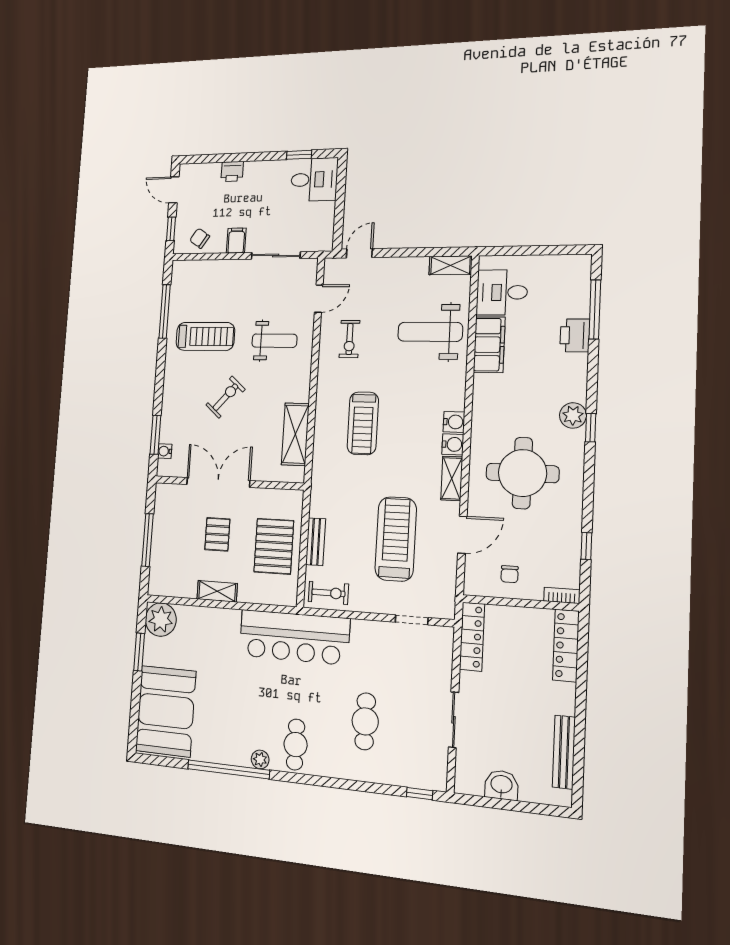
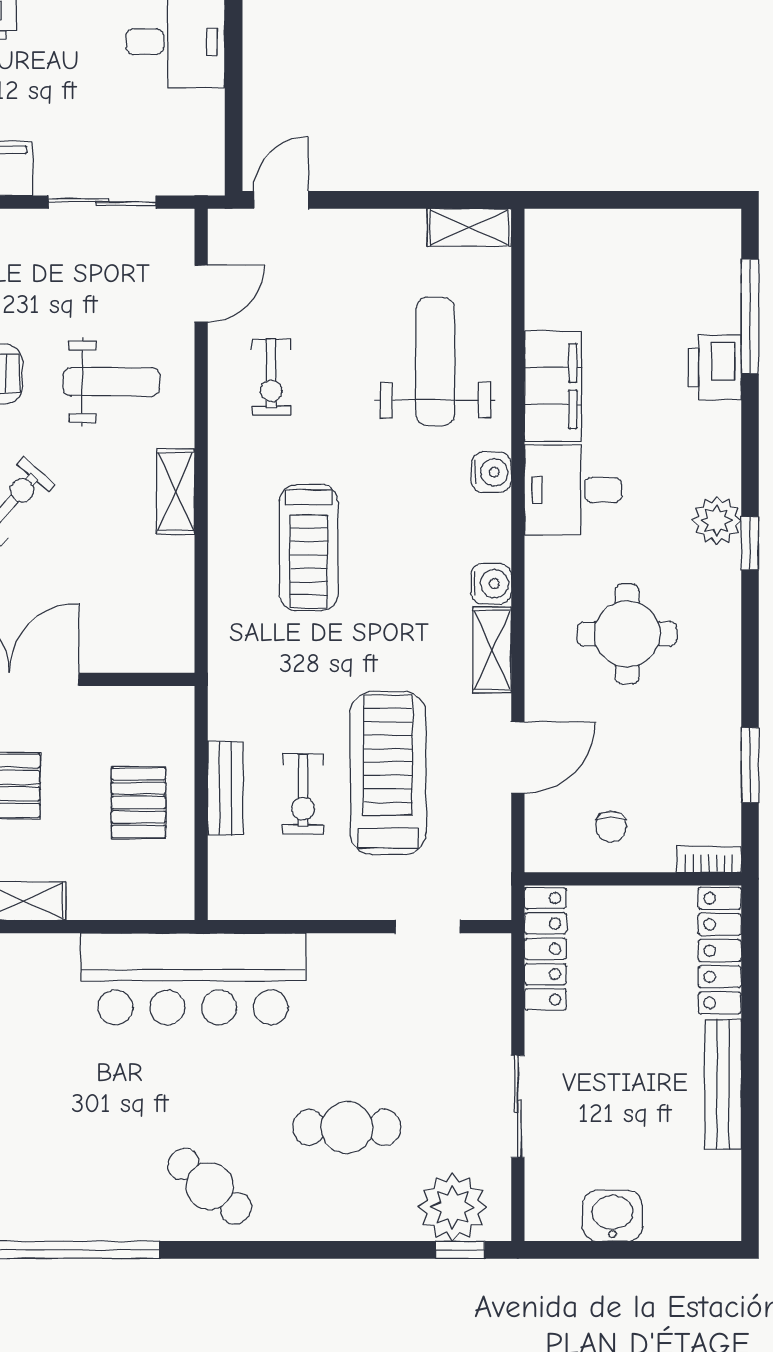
desk: (502, 292) -> (573, 490), moved
weight bench: (430, 332) -> (435, 362), turned 90
water cooler: (454, 422) -> (491, 472), moved
shelving: (295, 434) -> (176, 491), moved, width x0.67, depth x0.75
round table: (522, 473) -> (627, 634), width x0.73, depth x0.73
pallet: (274, 546) -> (138, 803), width x0.67, depth x0.71
window: (586, 546) -> (750, 765), width x1.50
exercise bike: (328, 593) -> (303, 794), moved, turned 90
cafe table: (365, 721) -> (347, 1127), turned 90
cafe table: (296, 744) -> (210, 1186), turned -50
bench: (564, 752) -> (723, 1084), moved
plant: (260, 759) -> (453, 1207), moved, width x1.88, depth x1.88

